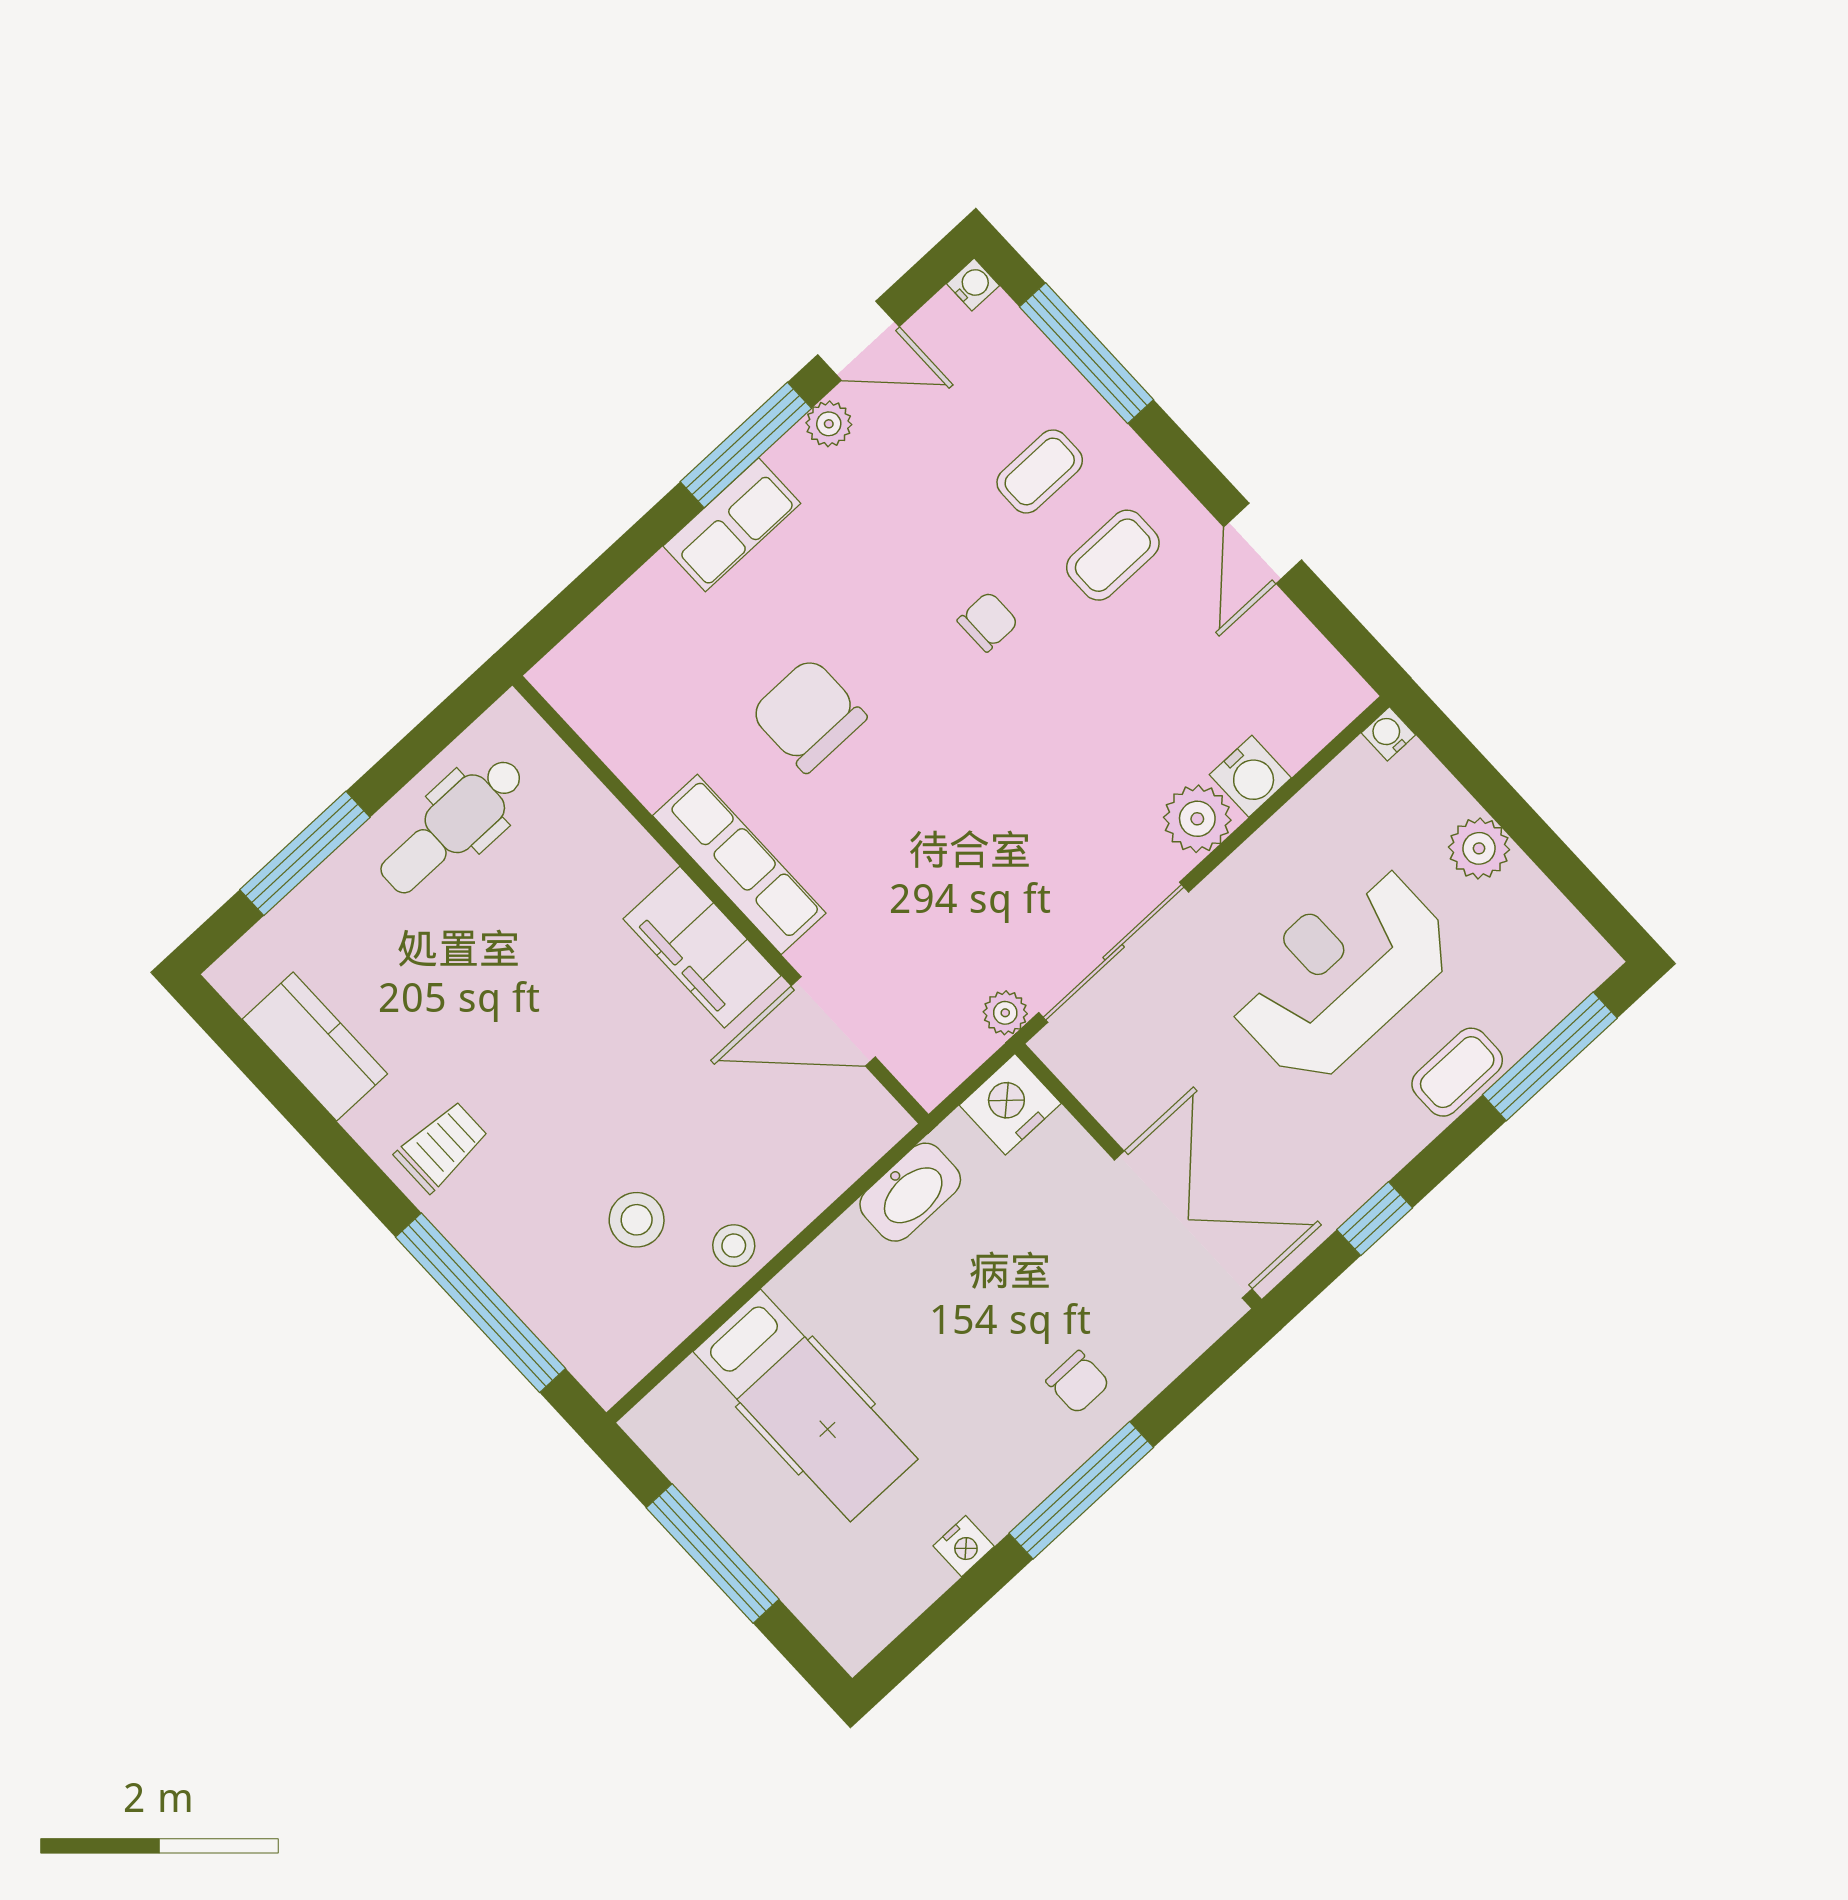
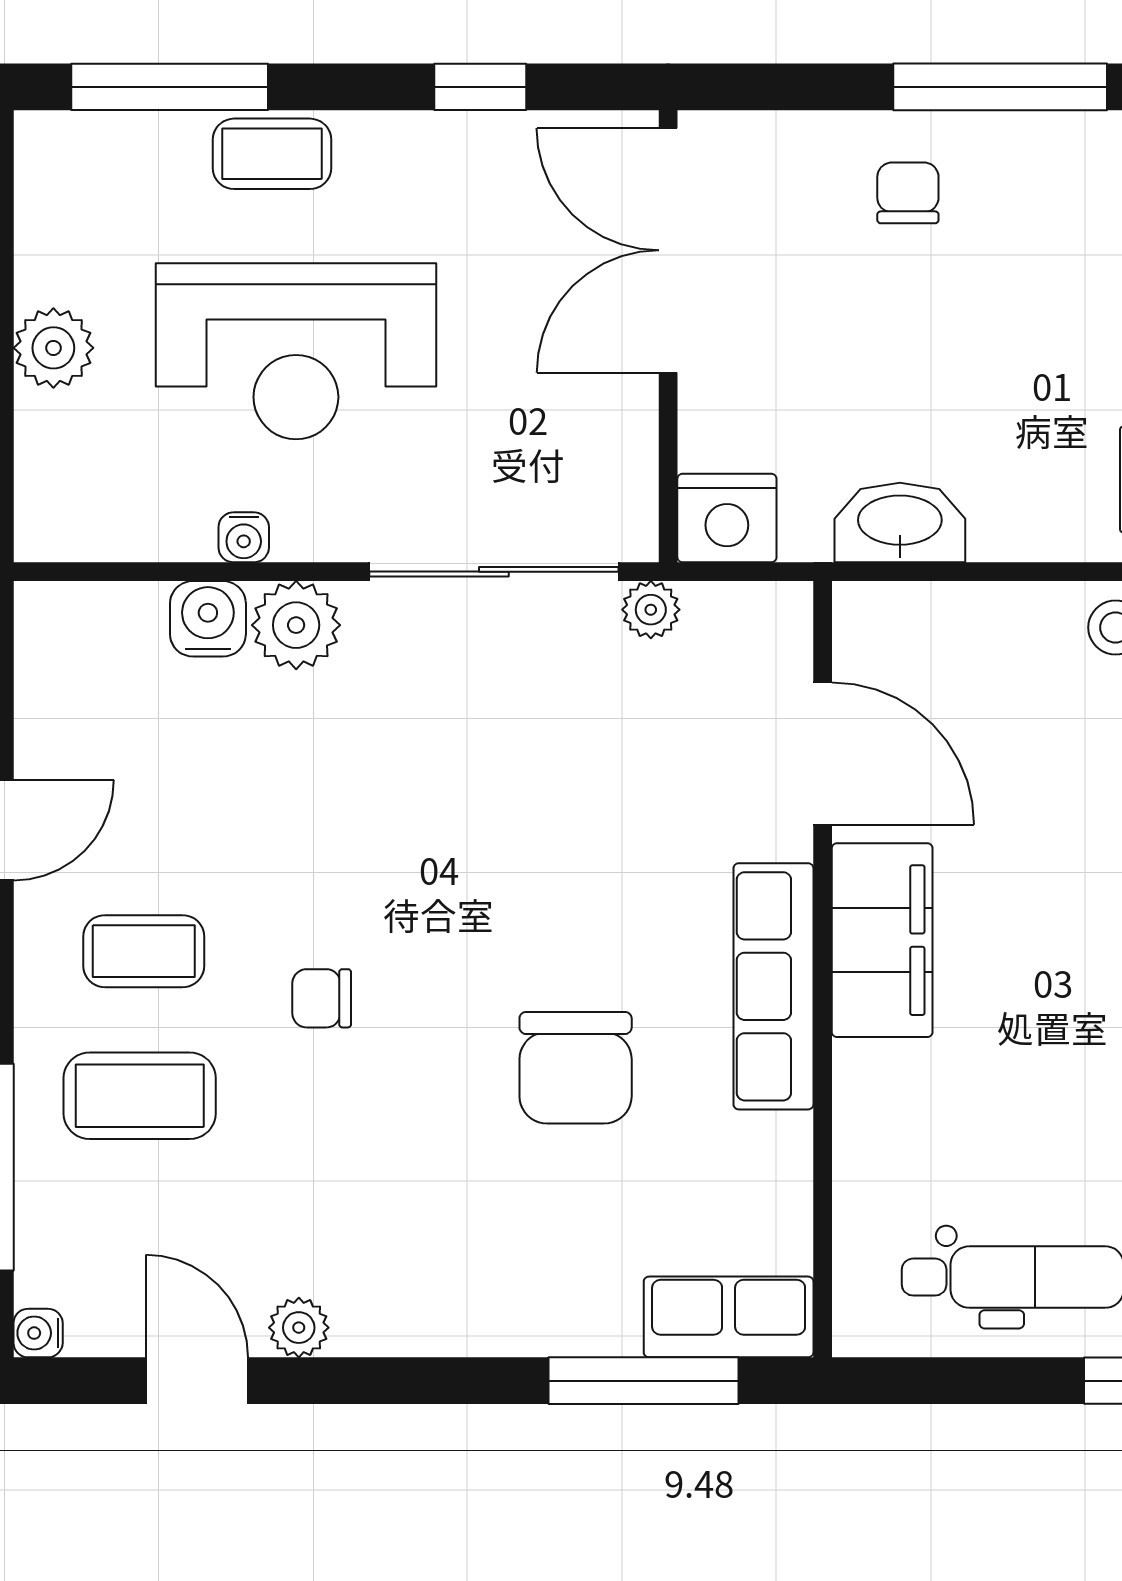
window: (746, 445) -> (644, 1381), moved
coffee table: (1040, 471) -> (140, 1096), width x1.36, depth x1.30
row of seats: (732, 525) -> (729, 1317), moved
water cooler: (1388, 734) -> (244, 537), moved

